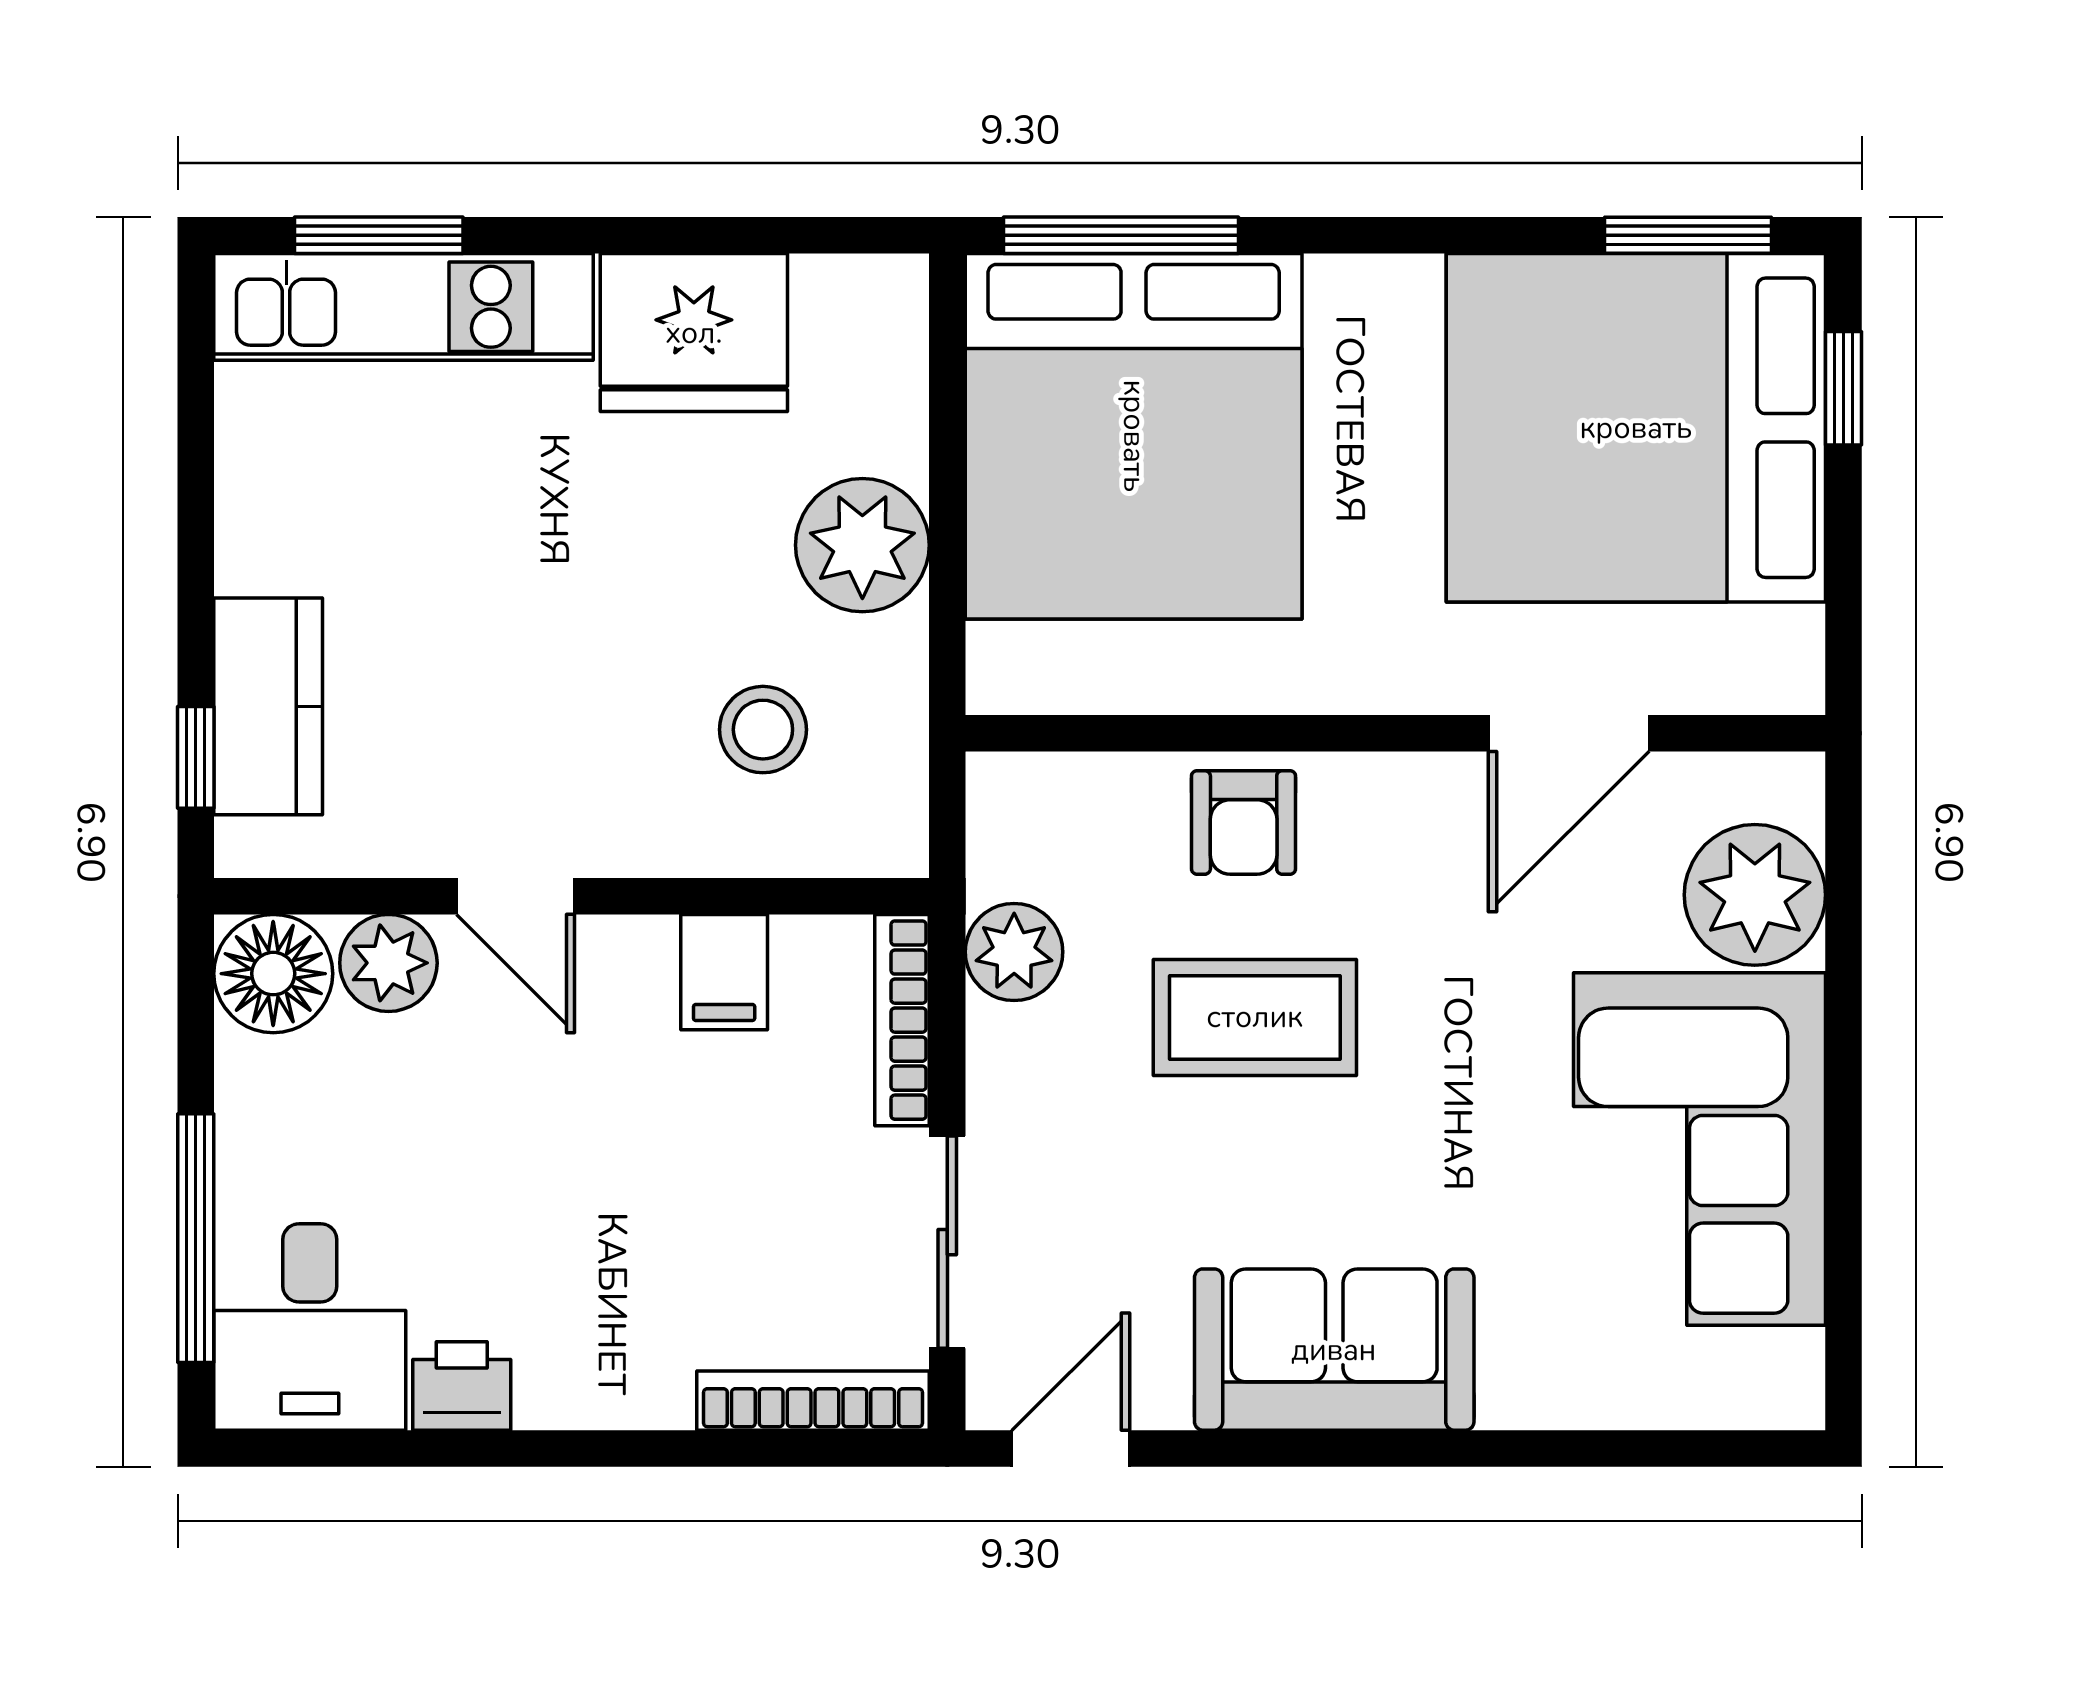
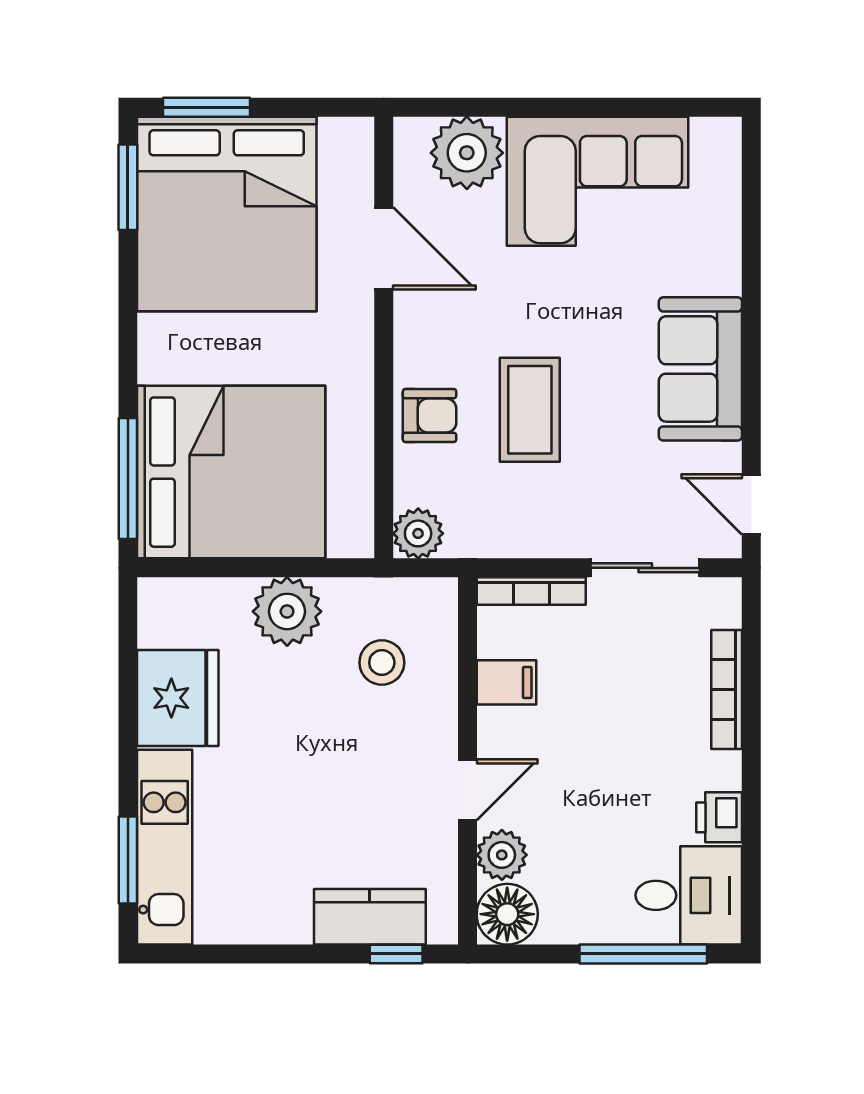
window: (1844, 388) -> (206, 107), width x1.50
plant: (1014, 952) -> (418, 533), moved
bookcase: (813, 1401) -> (727, 690), moved

